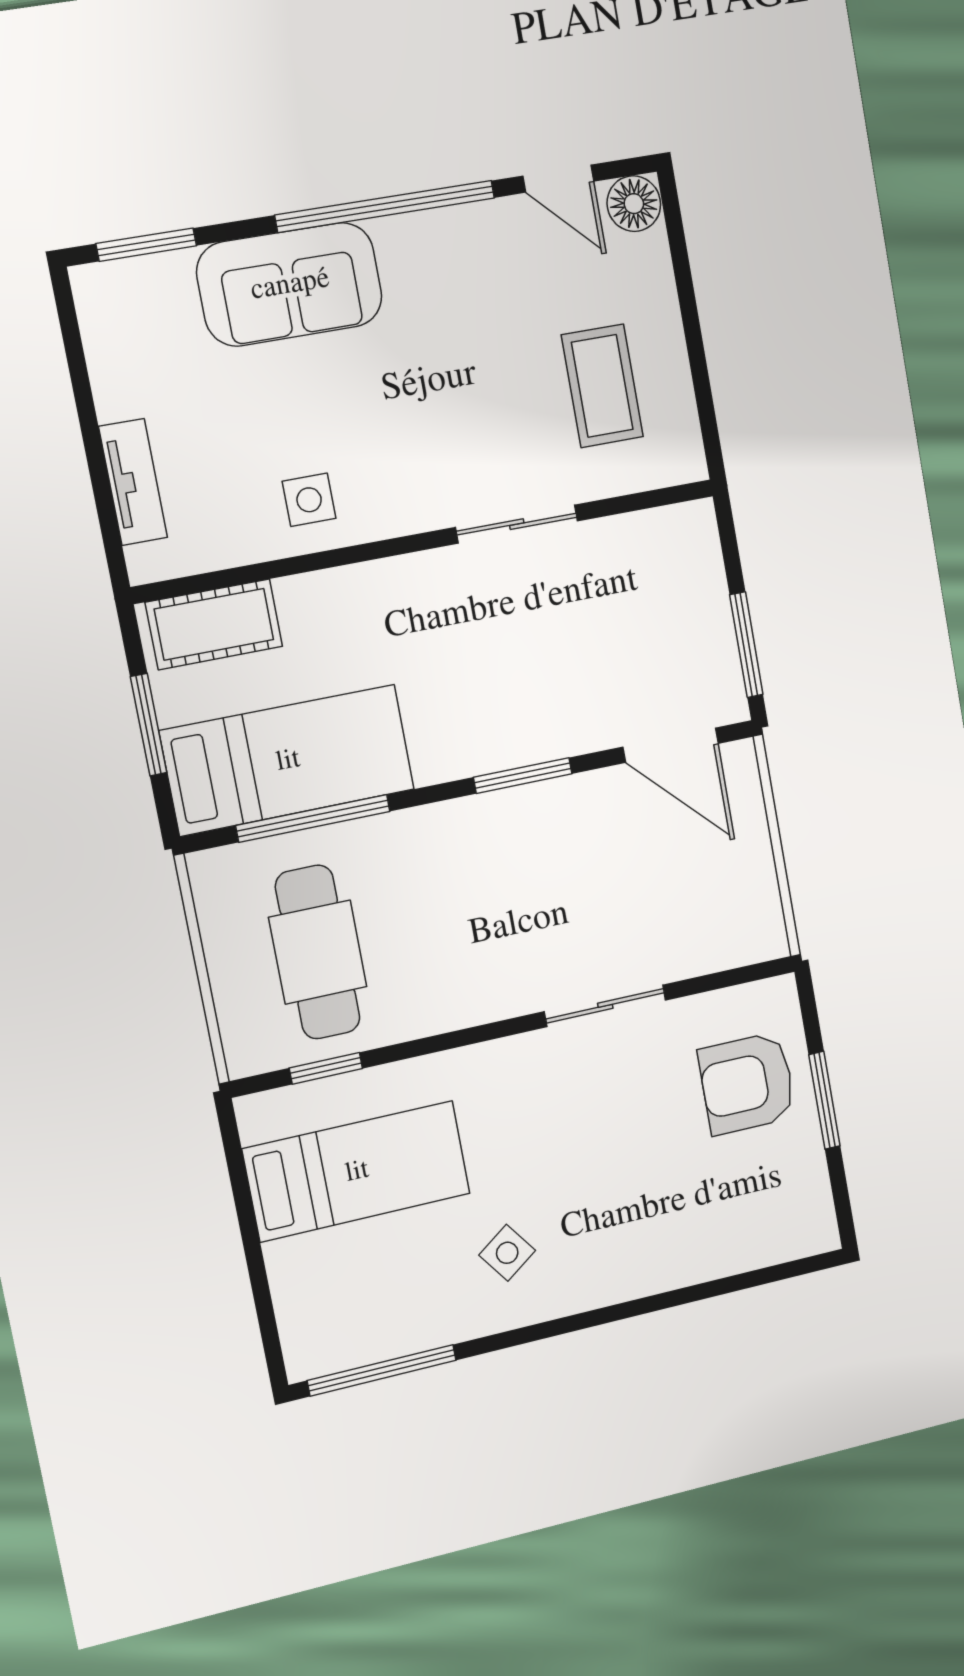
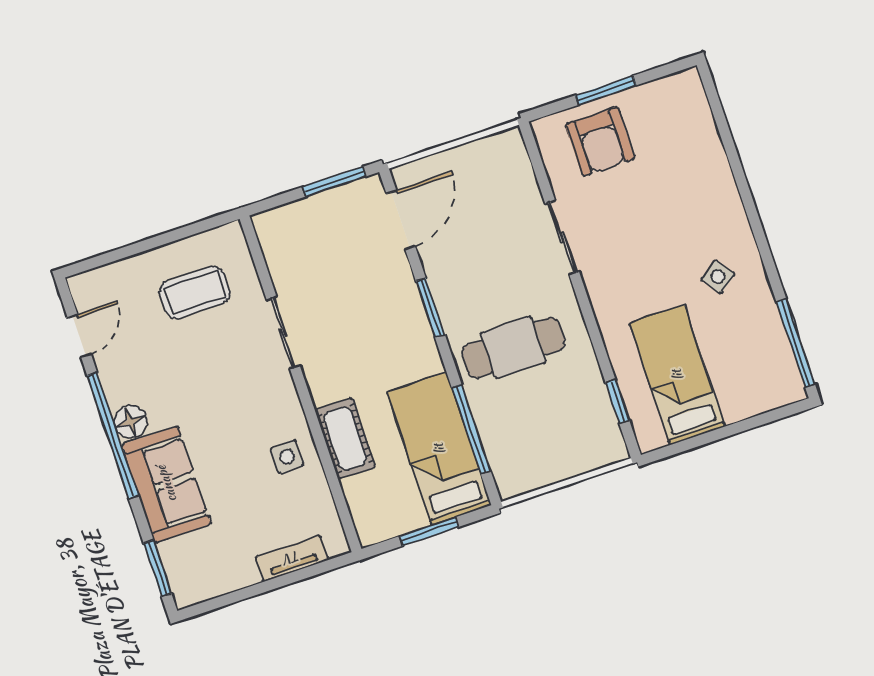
floor lamp: (634, 204) -> (131, 422), moved
cot: (214, 624) -> (345, 438), moved
cafe table: (318, 952) -> (513, 348), moved

